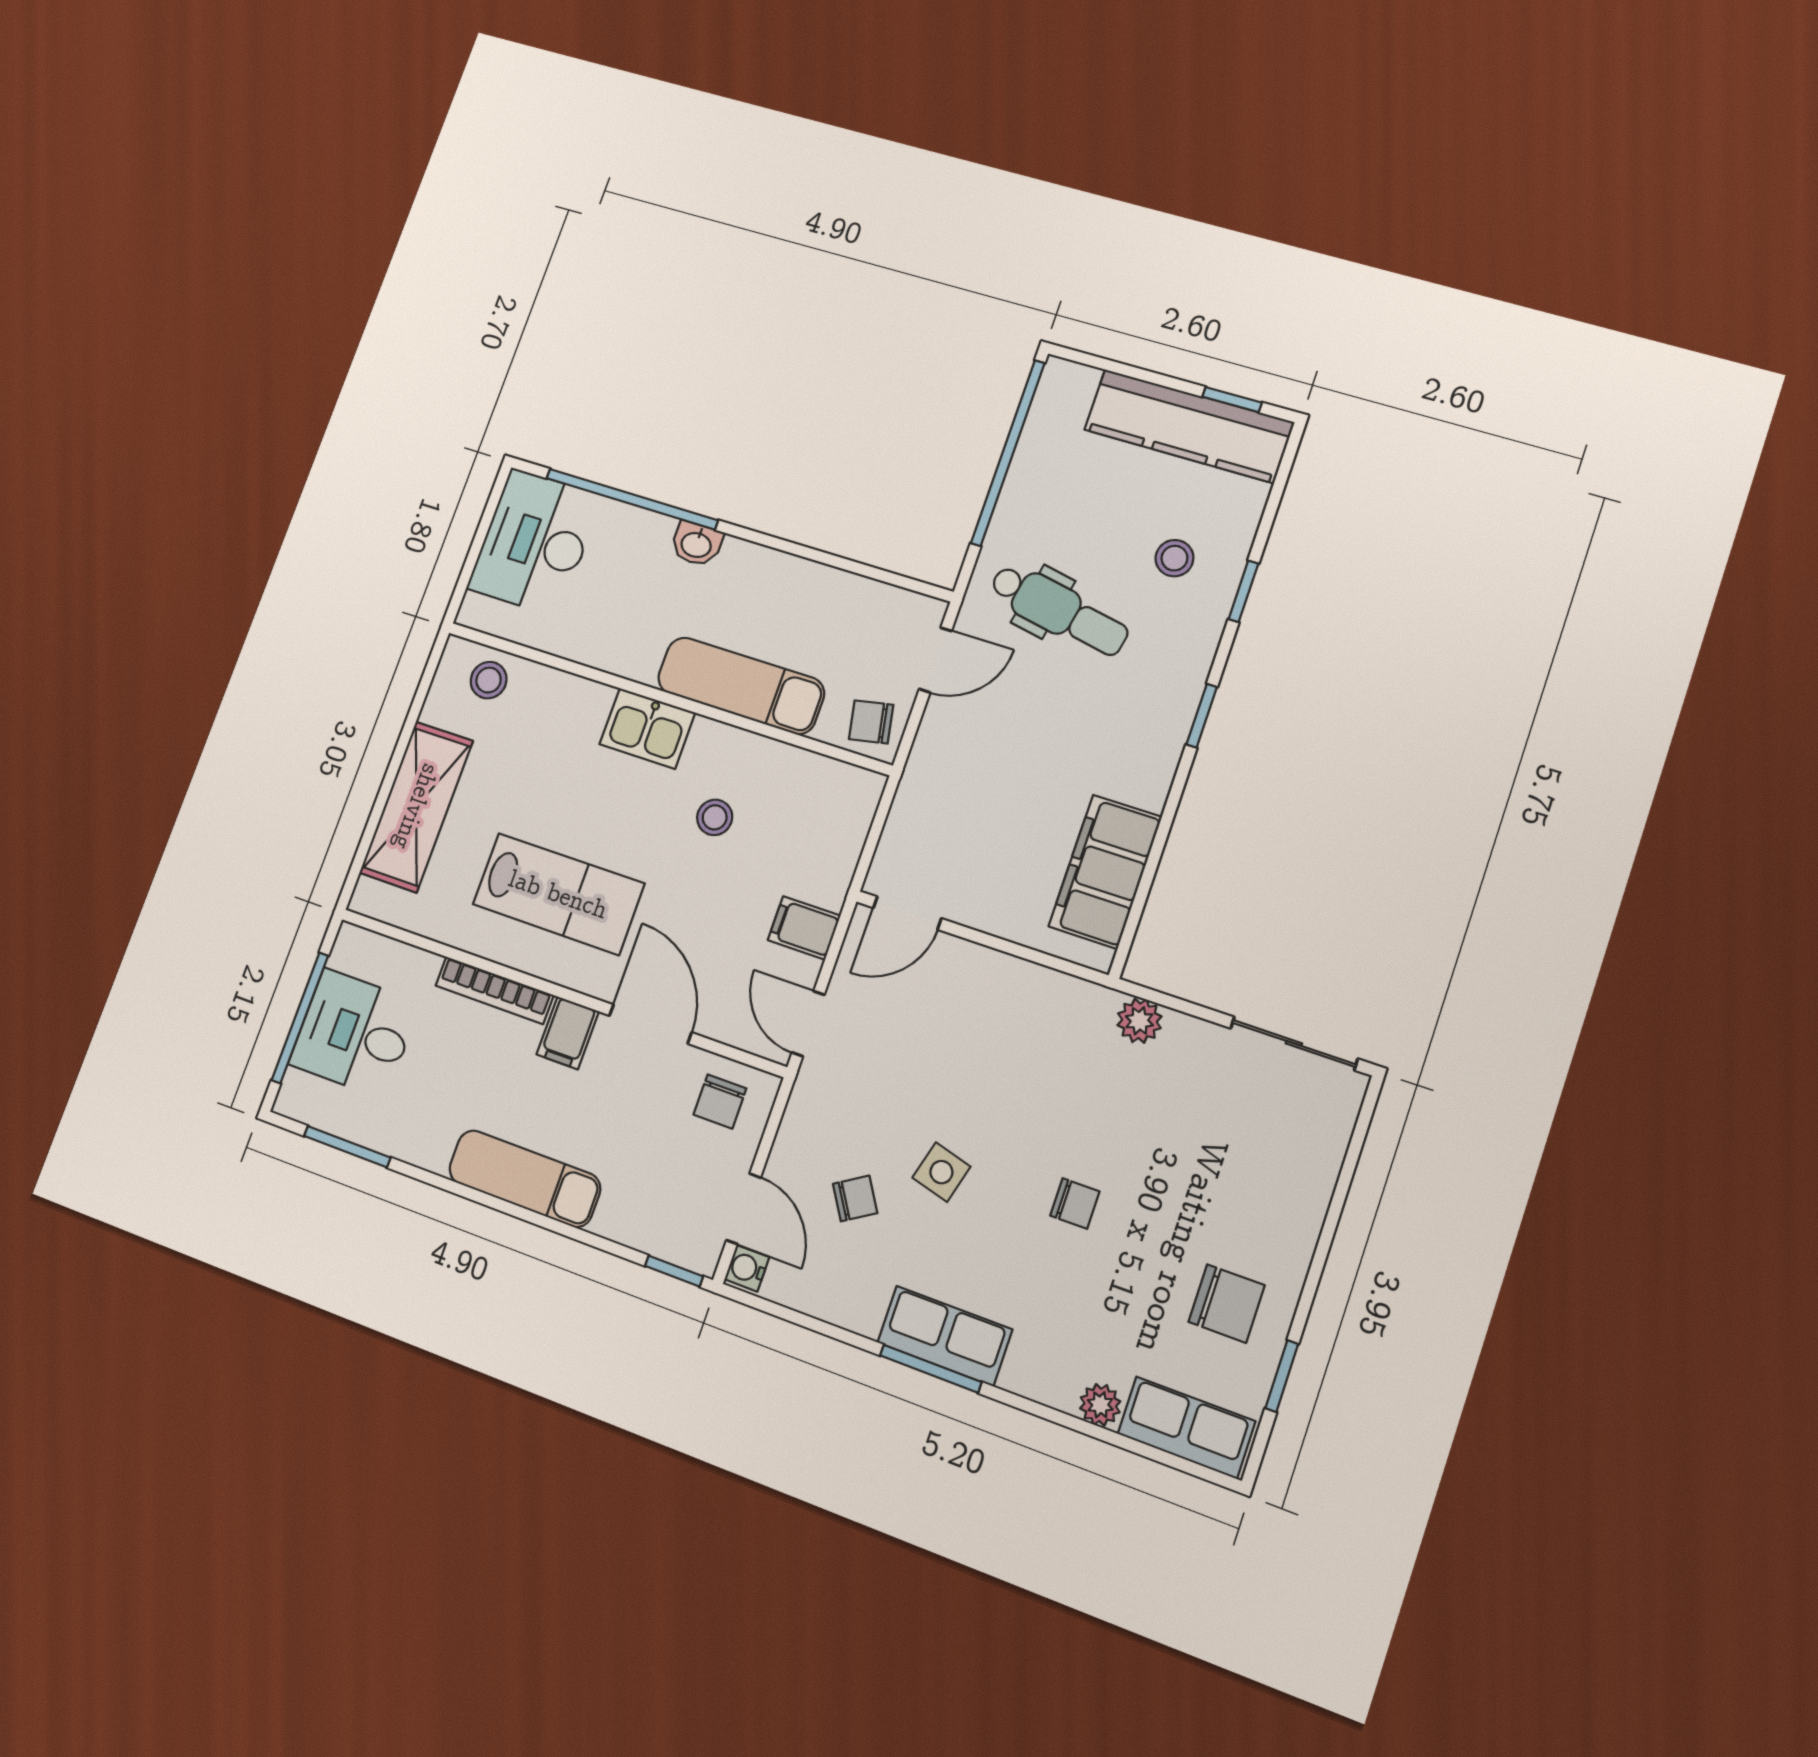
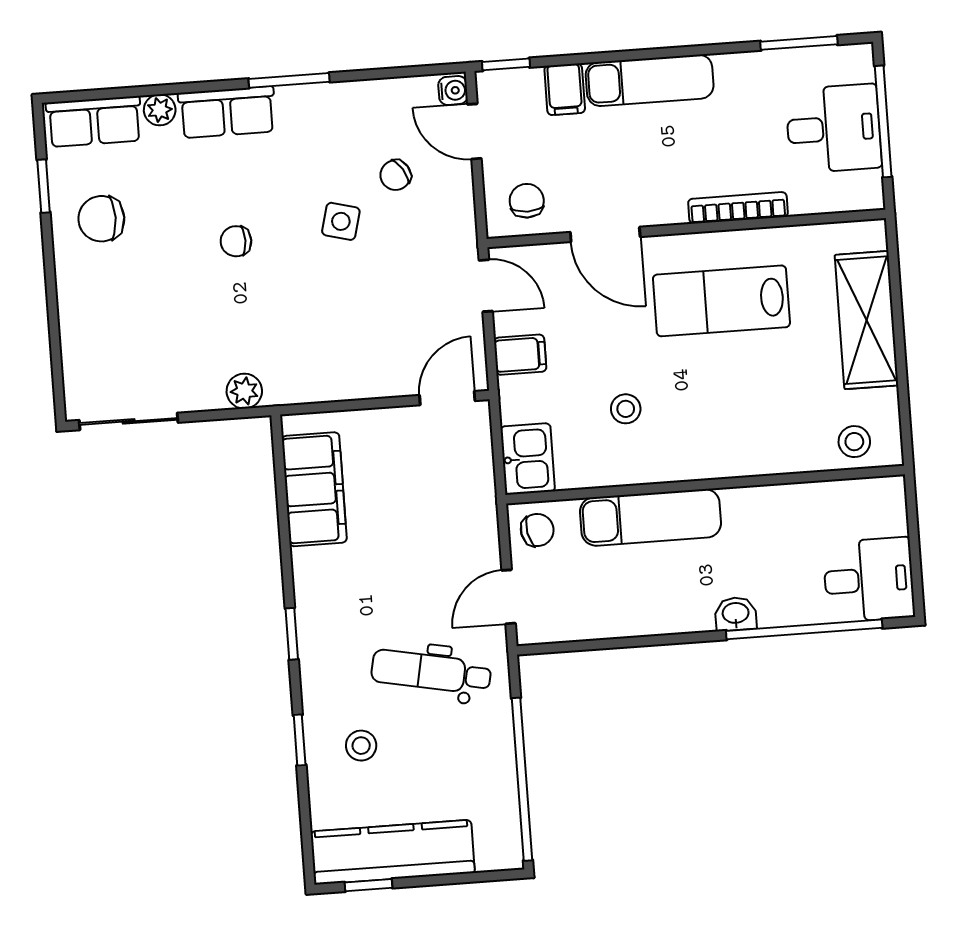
desk: (535, 542) -> (869, 580), width x0.73
kitchen sink: (647, 728) -> (528, 459), moved, turned 90
filing cabinet: (568, 1033) -> (565, 89), moved, turned 180
row of seats: (945, 1336) -> (227, 112), moved

